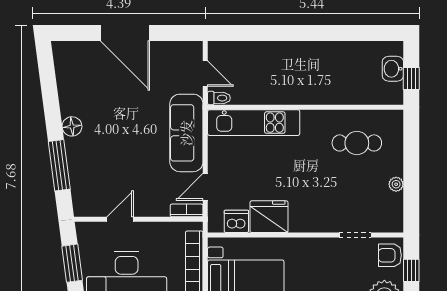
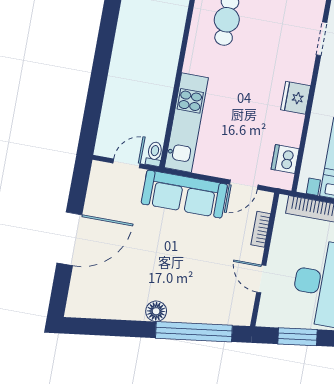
window: (59, 165) -> (194, 332), width x1.46
door: (205, 187) -> (244, 185), hinge flipped
bookcase: (187, 210) -> (261, 229), moved
fridge: (269, 217) -> (296, 98), moved, width x0.73, depth x0.75

